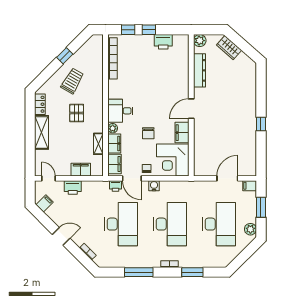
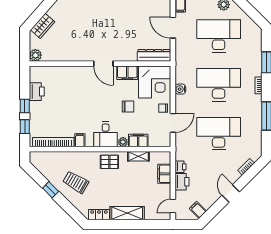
dresser: (199, 70) -> (154, 55), moved
pallet: (77, 113) -> (109, 162), moved
filing cabinet: (114, 164) -> (80, 140), moved, width x0.50
printer: (116, 186) -> (181, 167), moved
water cooler: (154, 186) -> (180, 89), moved

